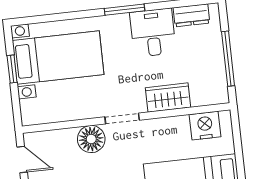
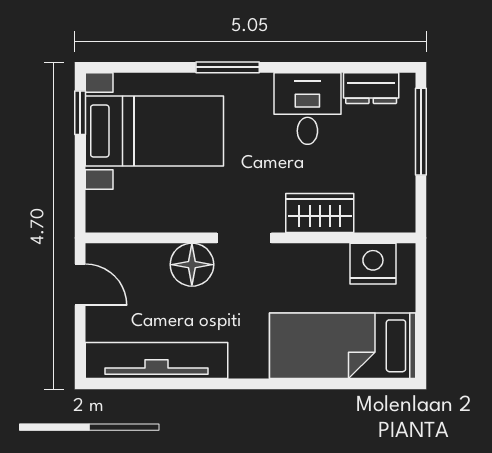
window: (125, 10) -> (228, 67), moved
window: (228, 59) -> (421, 132), moved
window: (12, 69) -> (80, 113), moved

